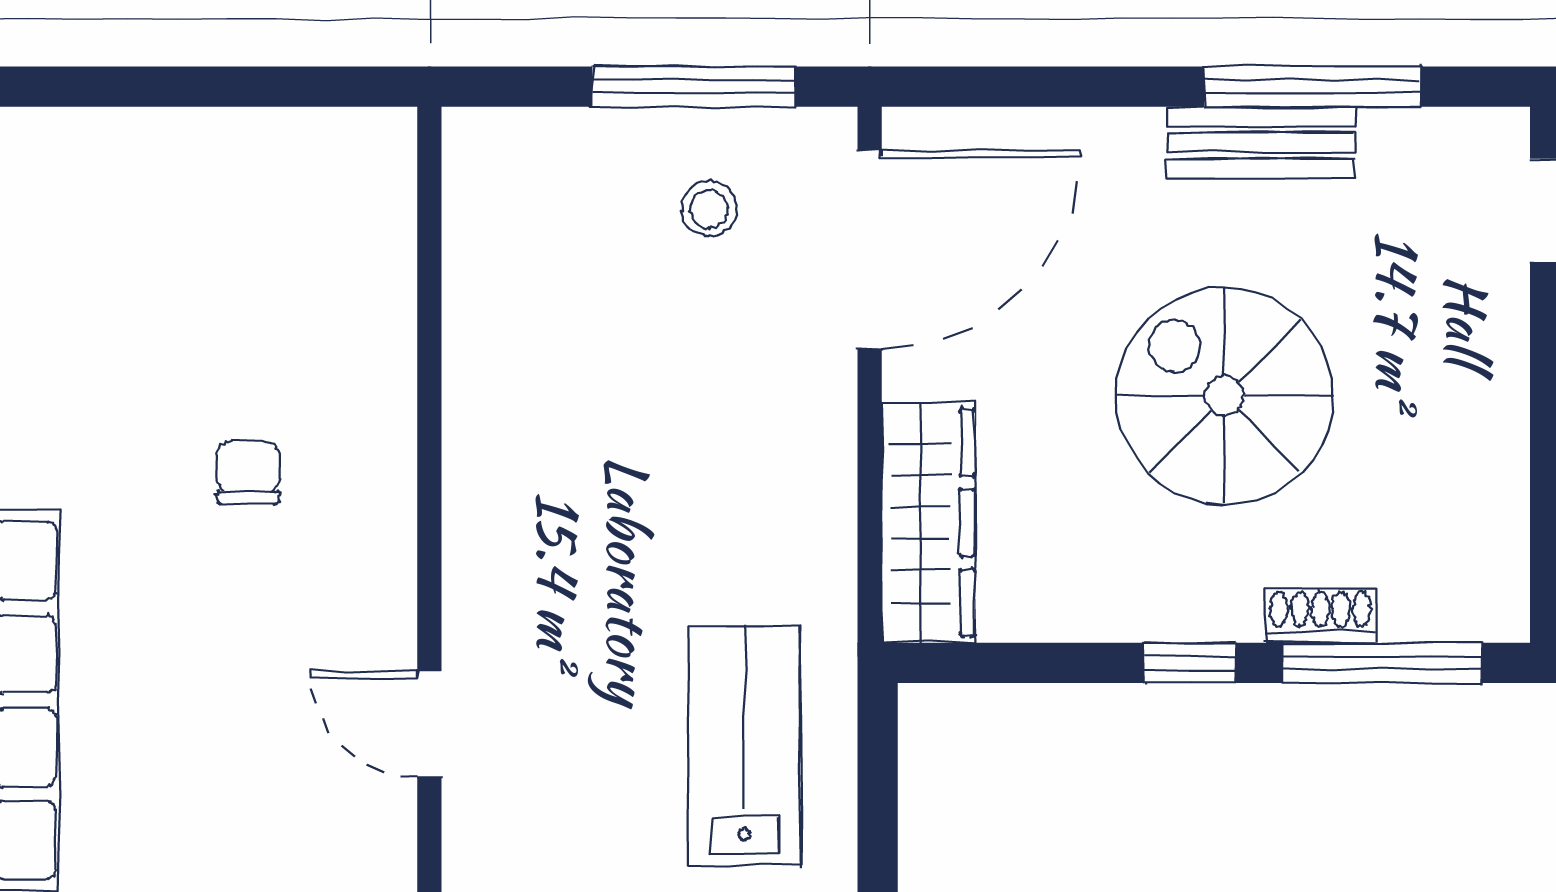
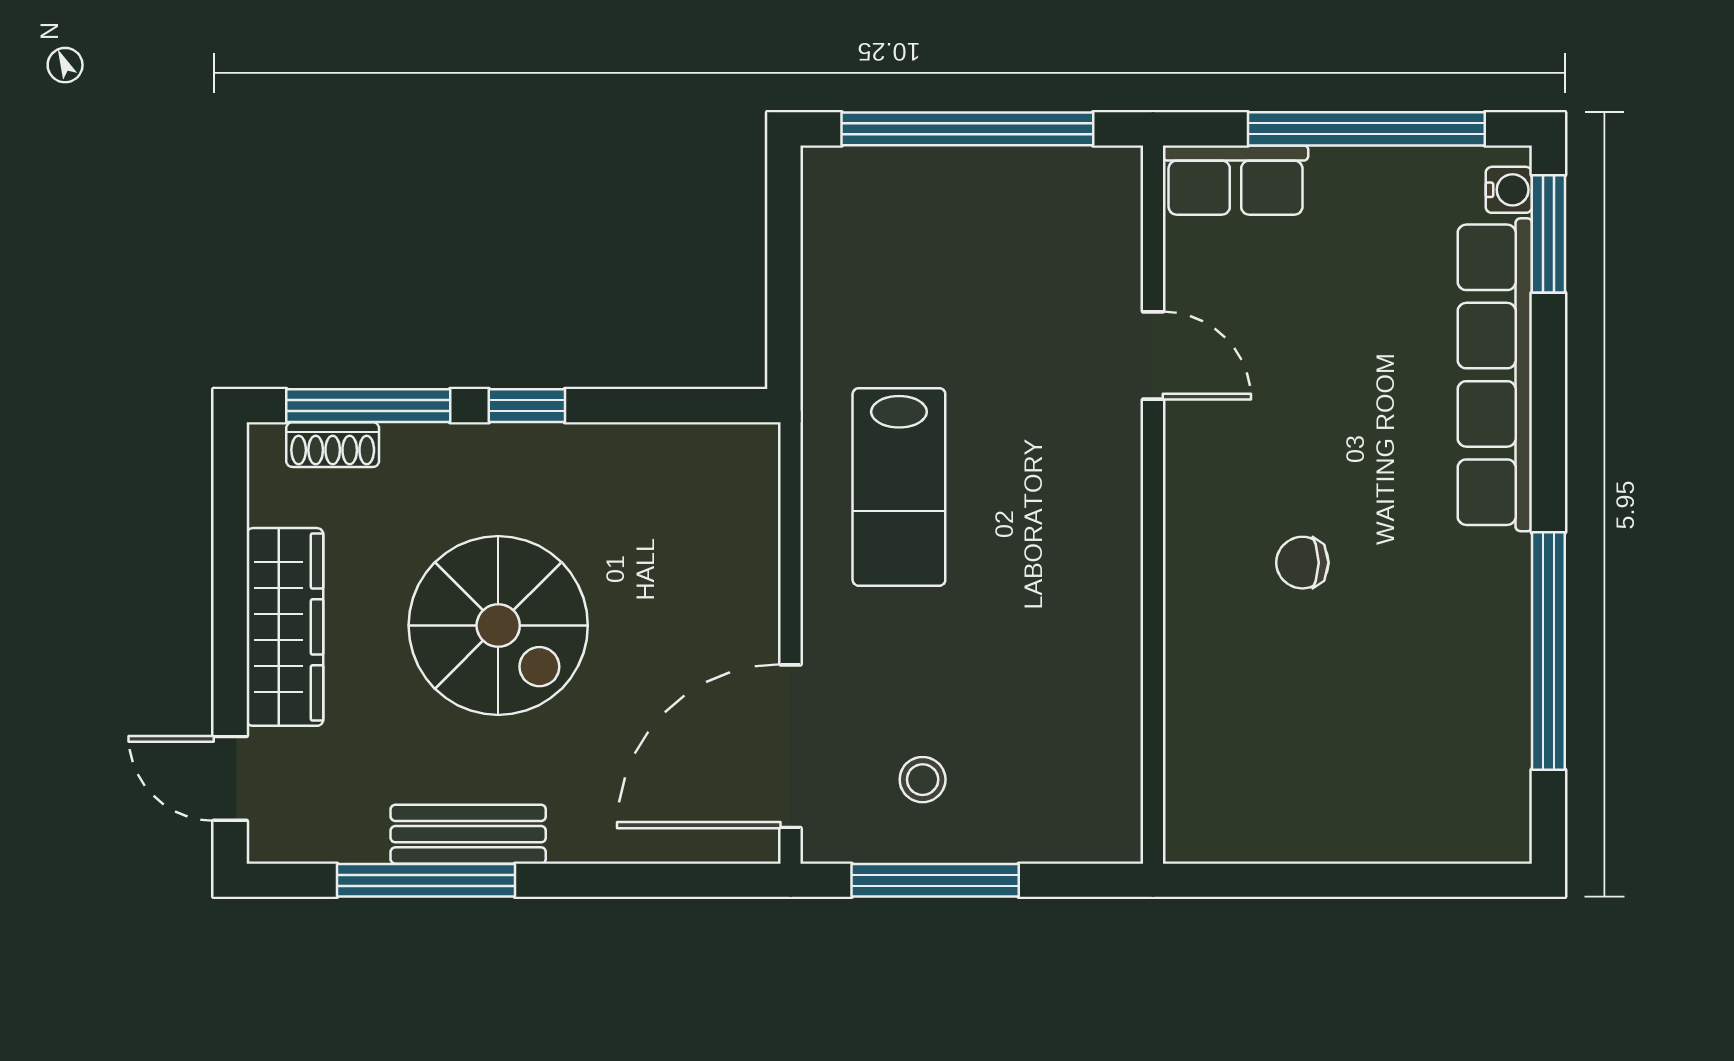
chair: (248, 472) -> (1302, 563), turned 90
wardrobe: (928, 523) -> (285, 627), moved, turned 180
shoe rack: (1320, 616) -> (333, 445), moved
lab bench: (745, 745) -> (899, 487), moved

